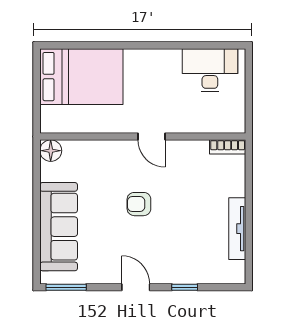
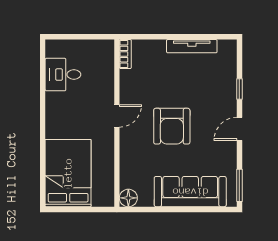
desk: (210, 70) -> (63, 75), width x0.73
armchair: (139, 204) -> (172, 126), width x1.88, depth x1.88

